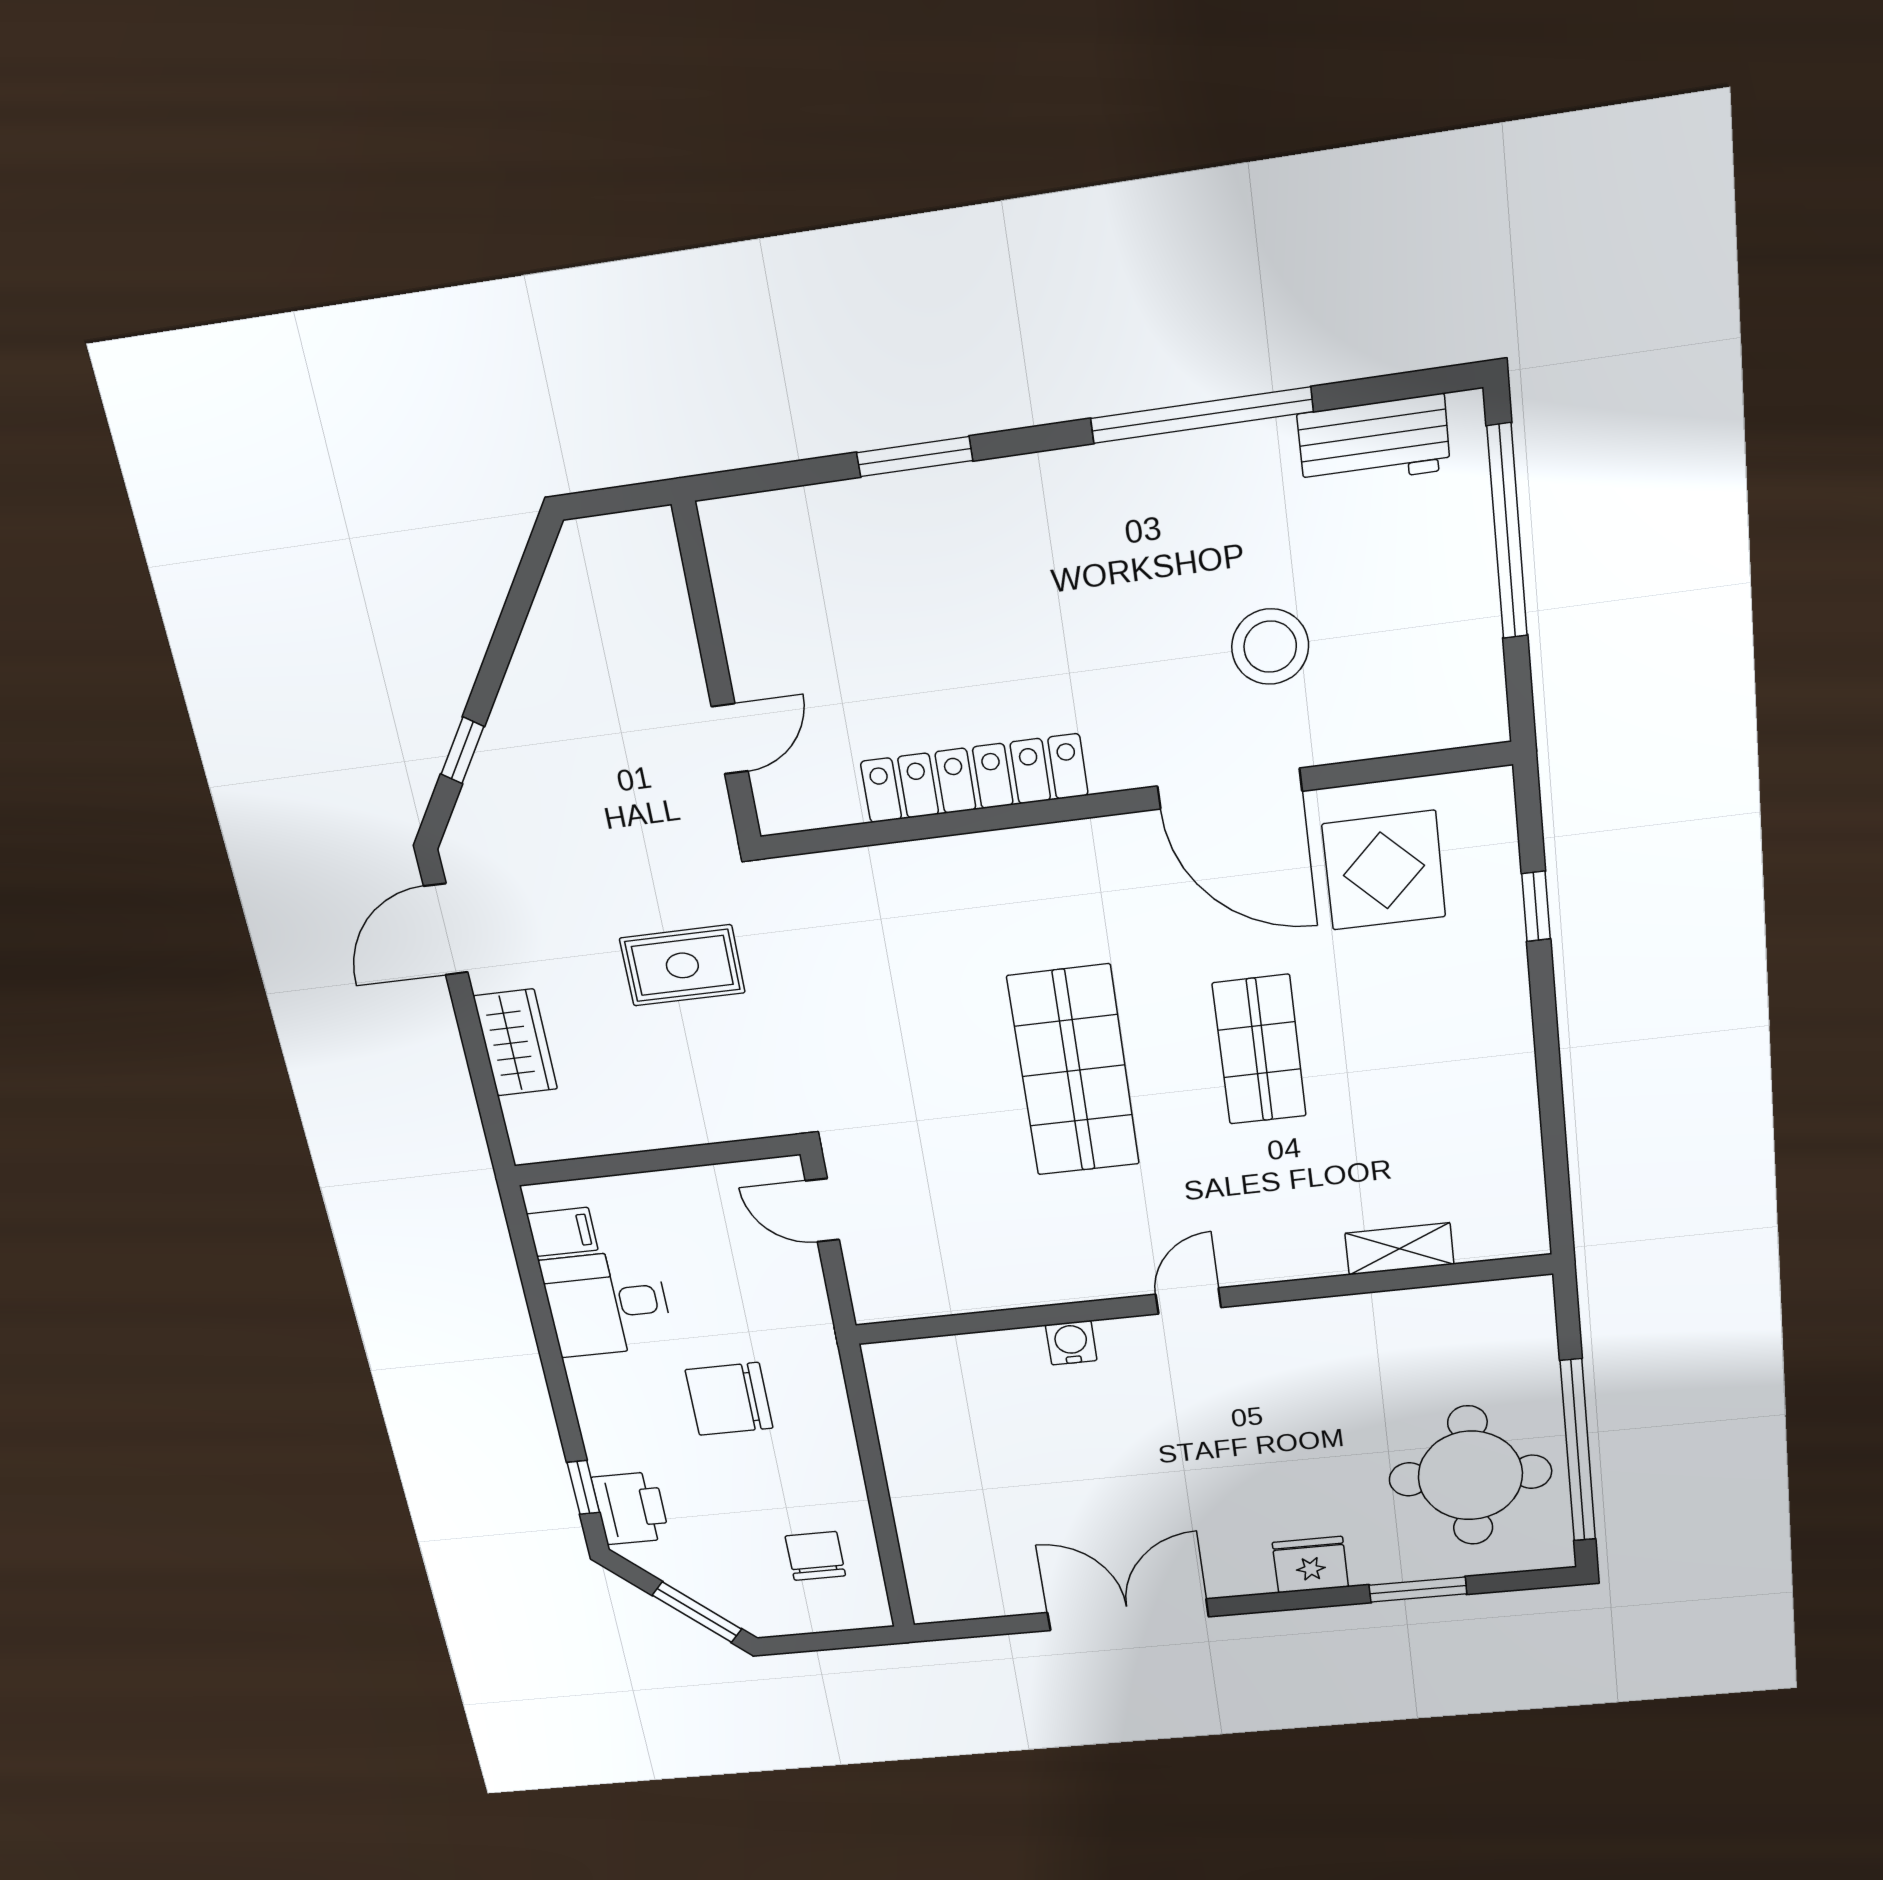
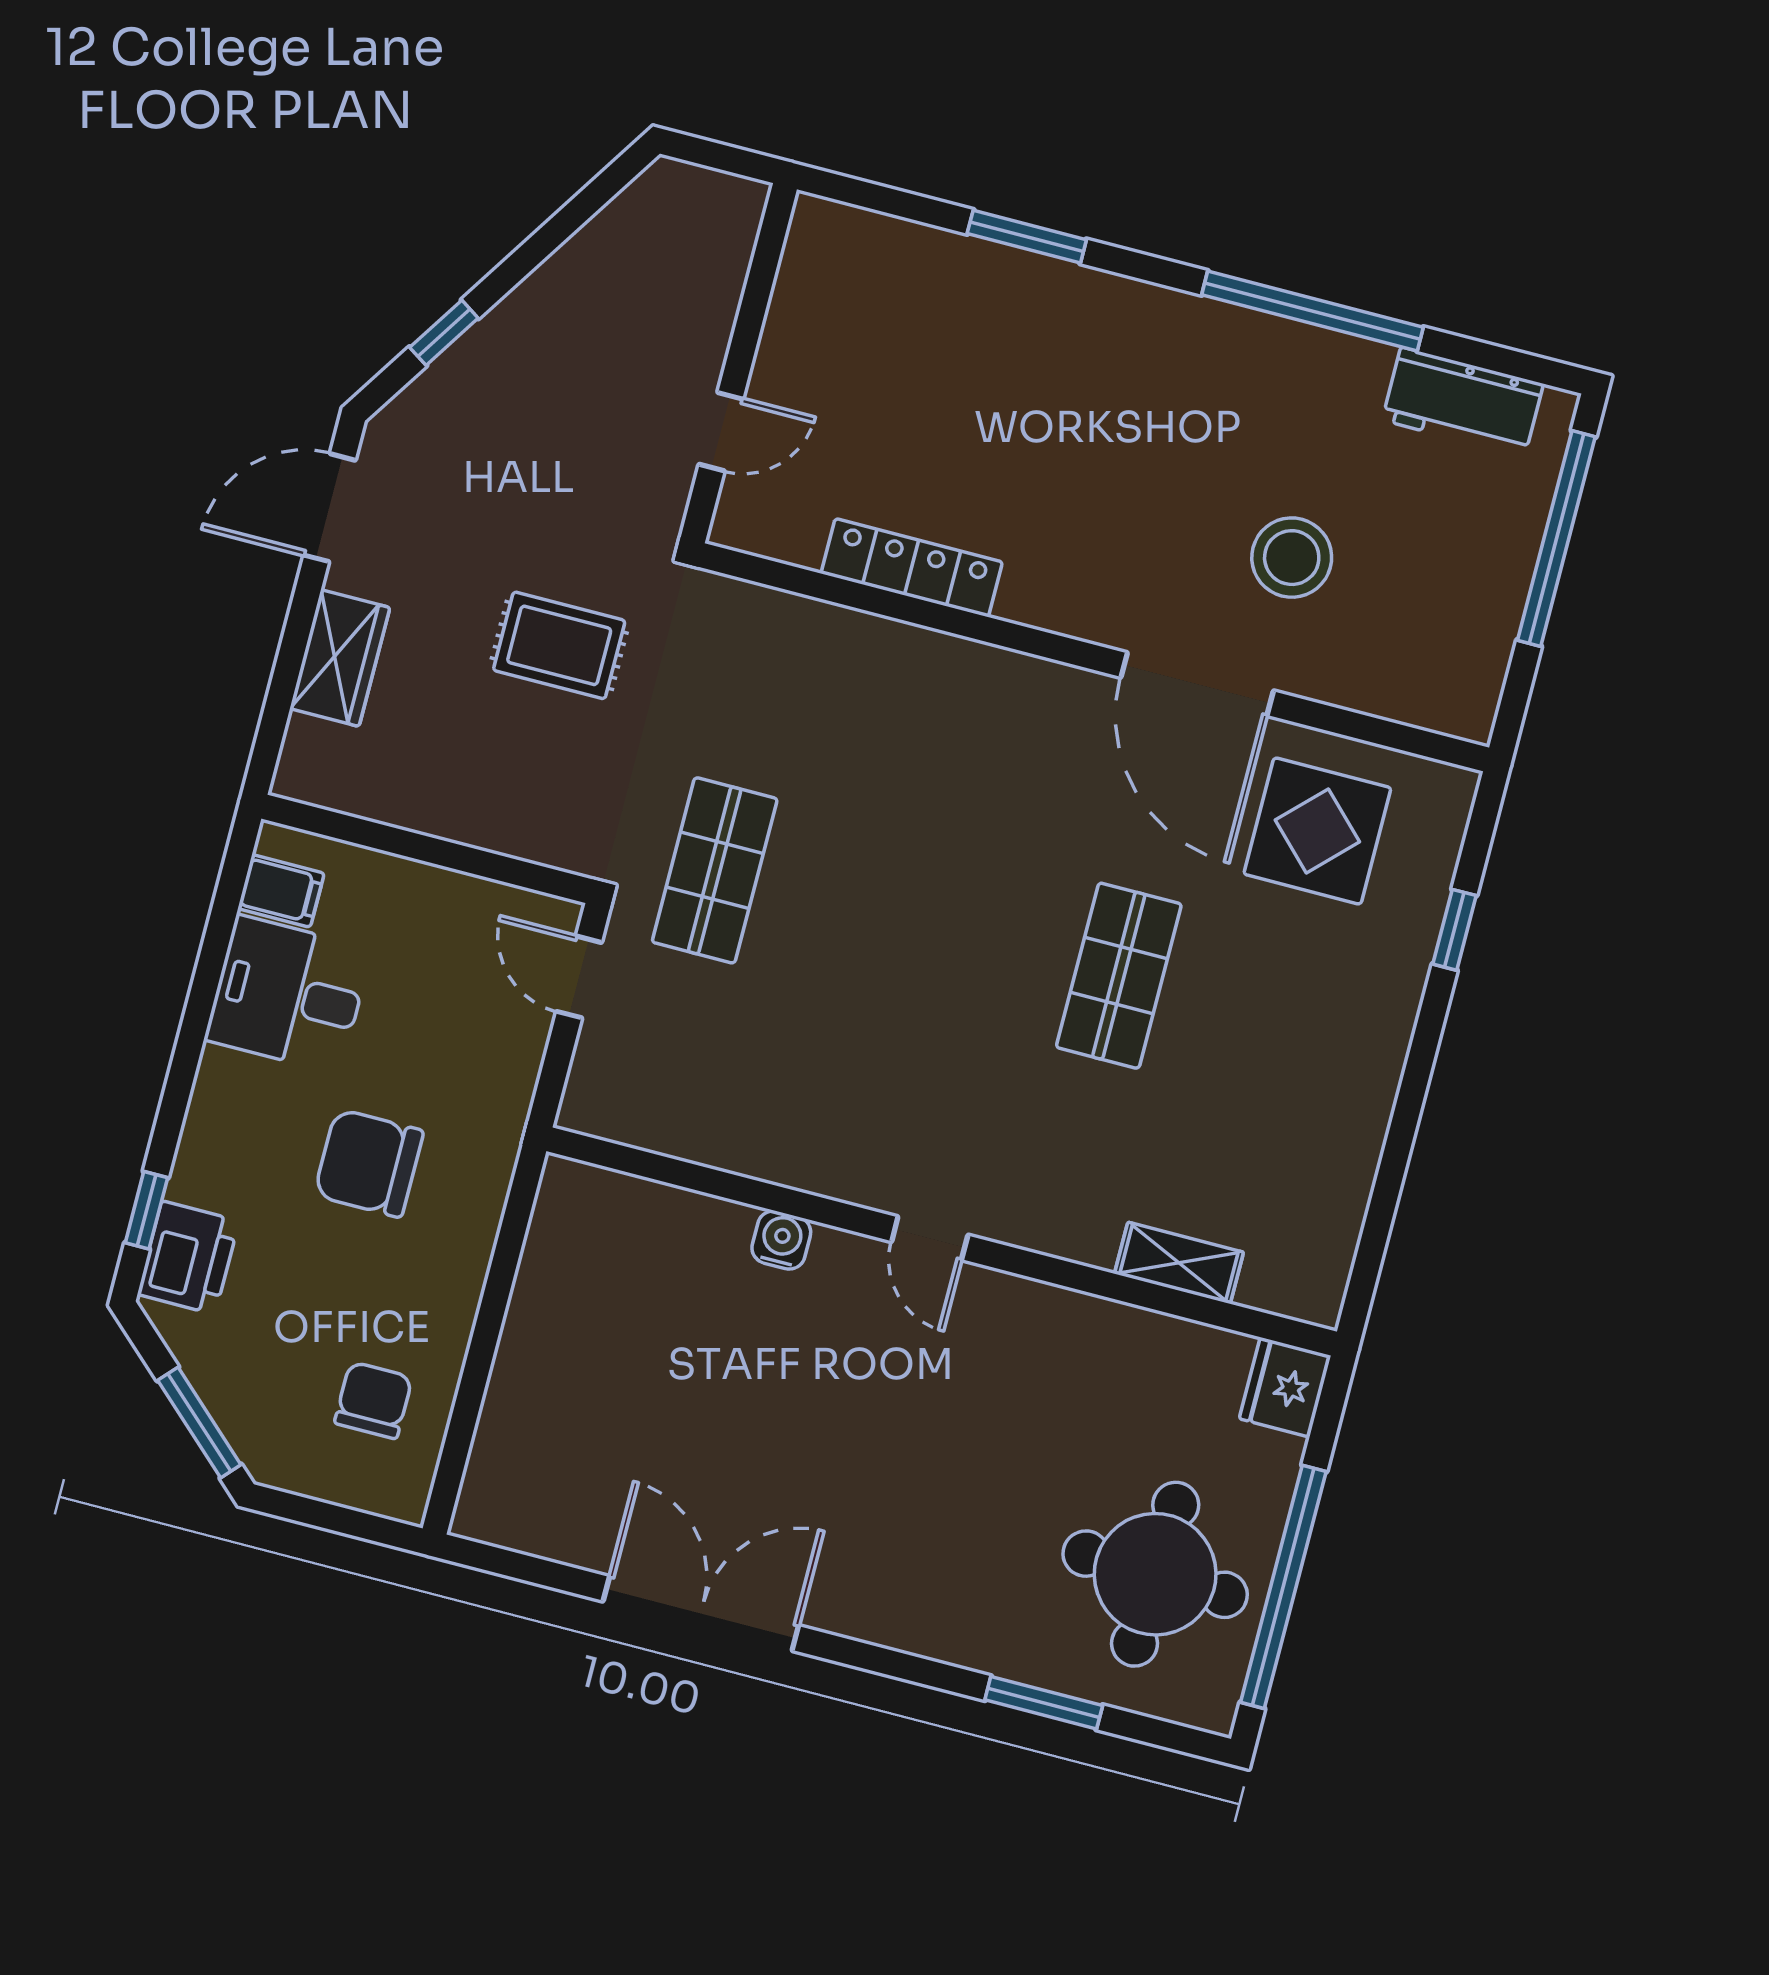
locker: (974, 778) -> (912, 568), width x0.71, depth x0.83
shop shelf: (1074, 1071) -> (715, 870), moved, width x0.70, depth x0.74
door: (1188, 1301) -> (930, 1238), swing flipped
fridge: (1310, 1565) -> (1285, 1387), moved, turned -90

